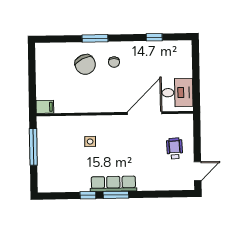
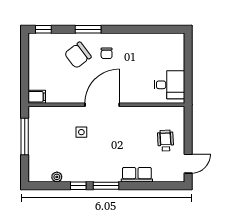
window: (154, 37) -> (43, 29), moved
chair: (85, 64) -> (78, 55), turned 79
door: (145, 113) -> (102, 105), moved
row of seats: (113, 184) -> (137, 175), moved, width x0.68
plant: (66, 187) -> (57, 177), added

